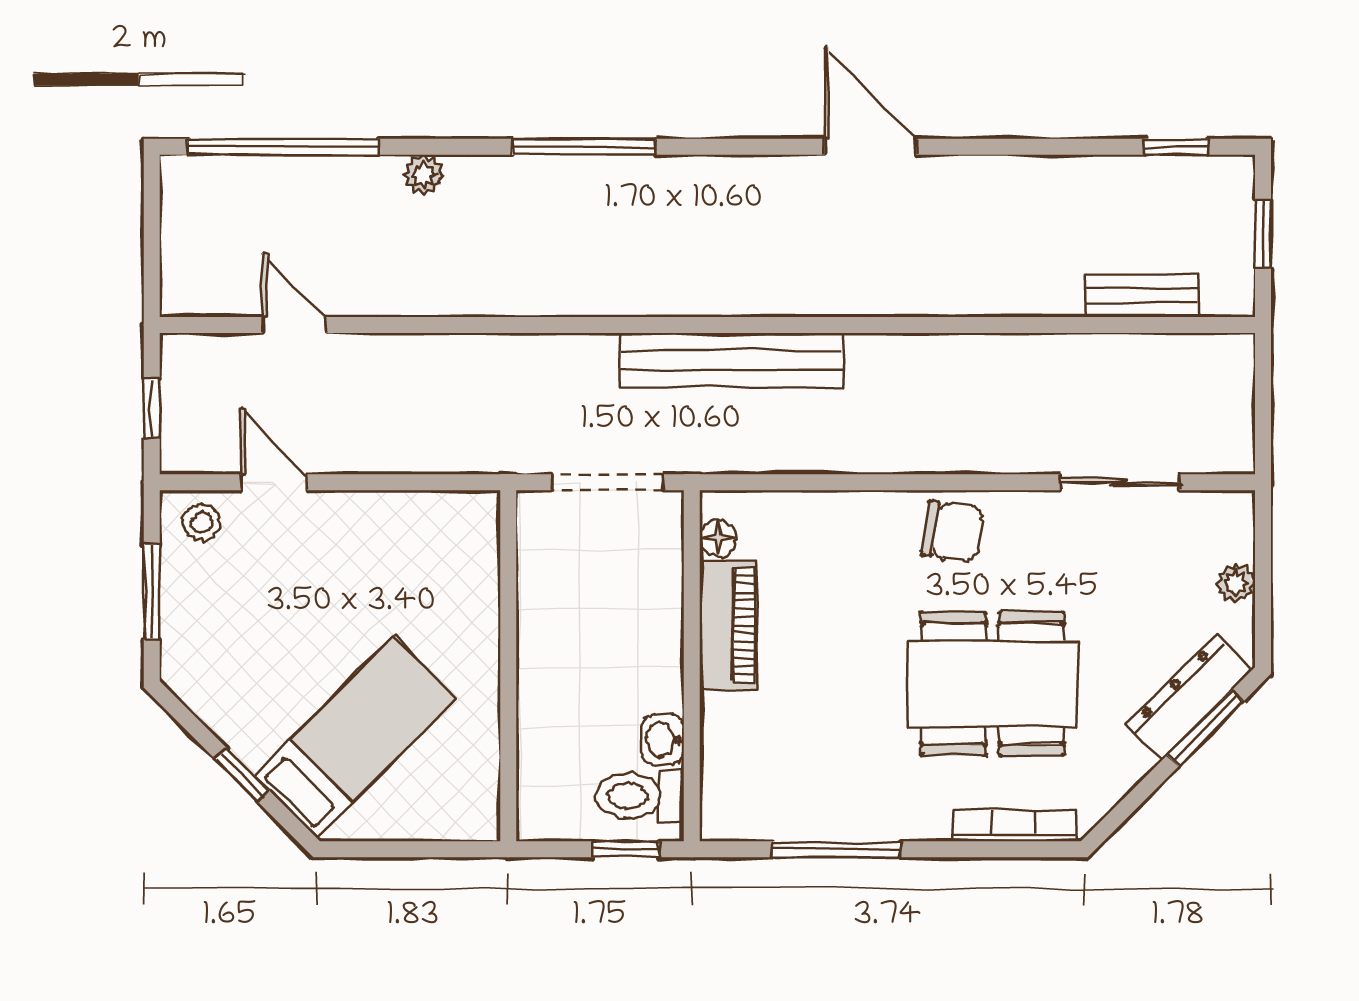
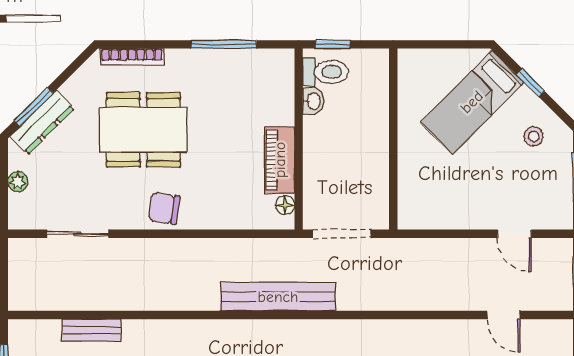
bench: (1142, 296) -> (92, 330), moved
stool: (202, 522) -> (534, 136), moved

